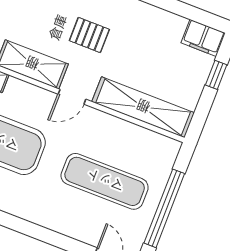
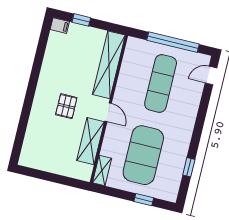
filing cabinet: (203, 38) -> (60, 26), width x0.50

